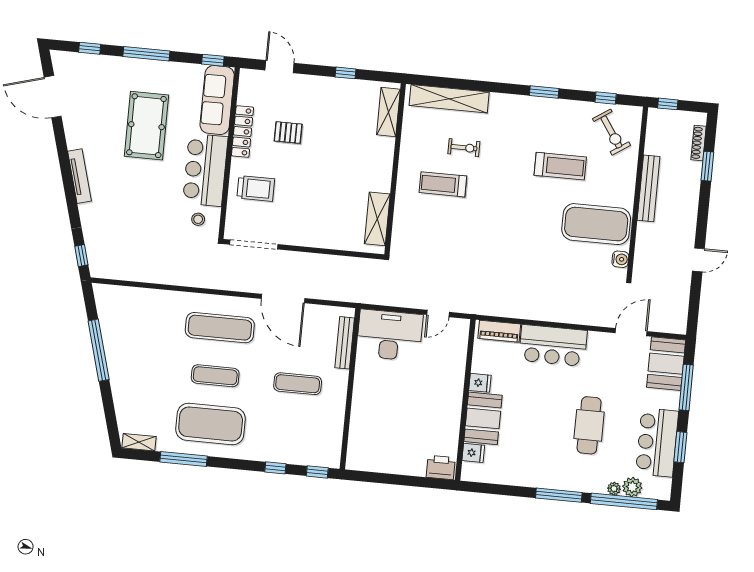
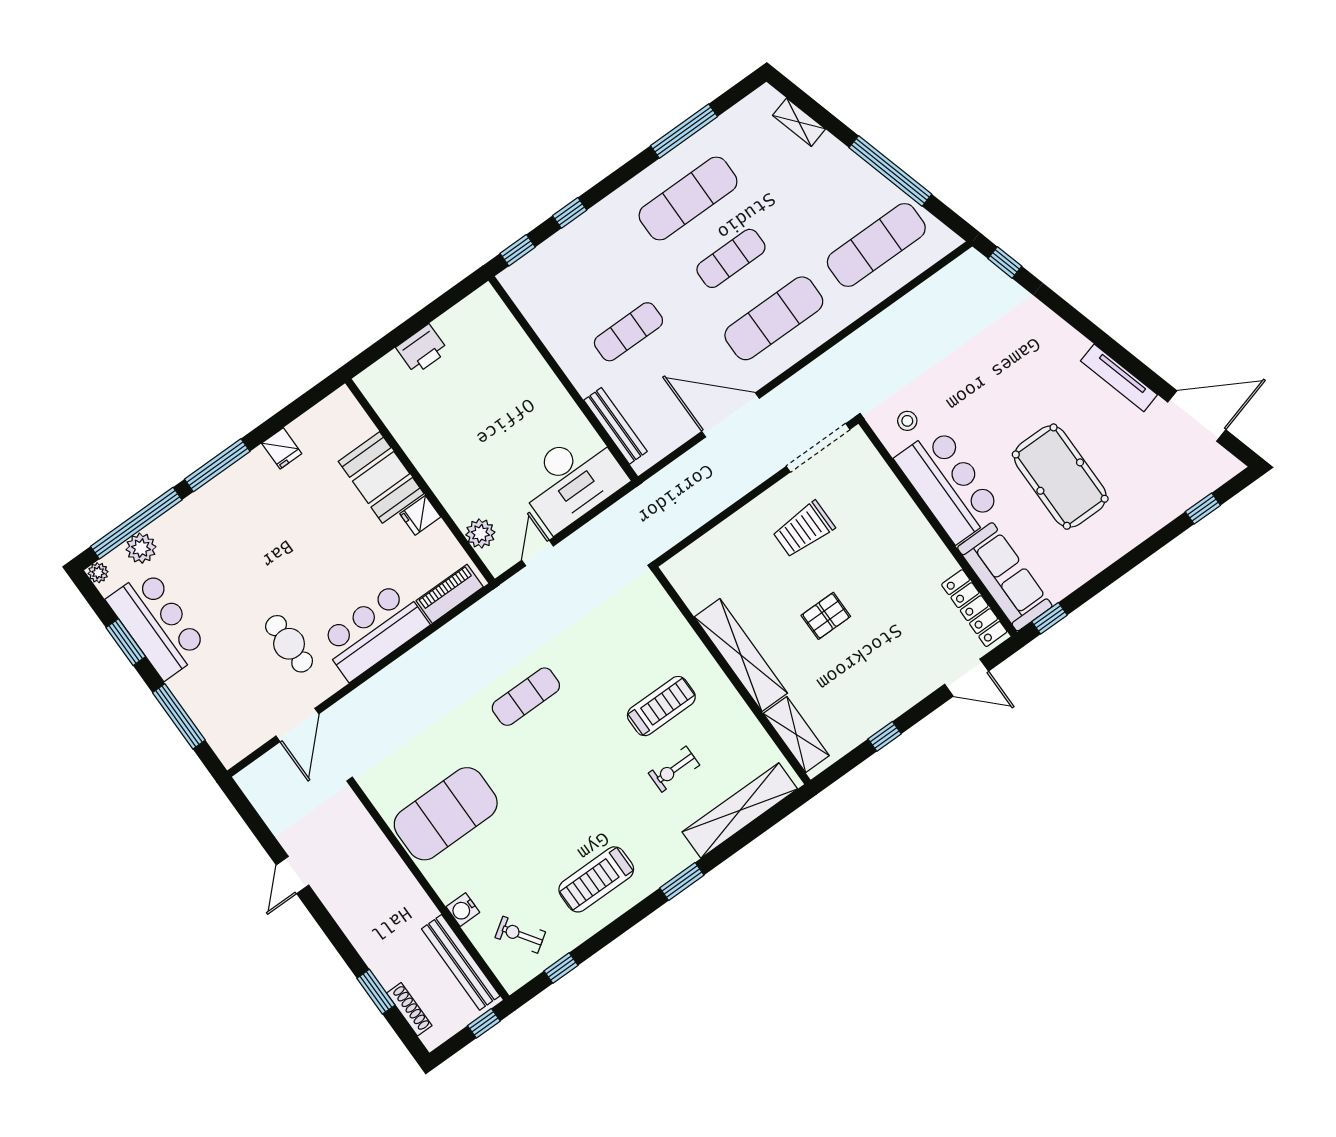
window: (146, 54) -> (1132, 559), removed
window: (544, 92) -> (682, 881), moved
locker: (243, 132) -> (974, 608), moved
exercise bike: (611, 132) -> (520, 935), width x0.73, depth x0.72
pallet: (288, 133) -> (826, 616), moved
treadmill: (560, 166) -> (596, 879), moved
tv unit: (80, 176) -> (1119, 378), moved
trolley: (256, 188) -> (804, 529), moved
bench: (649, 188) -> (461, 962), moved
shelving: (377, 219) -> (741, 655), moved, width x1.47
exercise mat: (506, 247) -> (526, 697), added
water cooler: (620, 259) -> (463, 910), moved
exercise mat: (137, 320) -> (876, 245), added
plant: (458, 348) -> (480, 533), added
booth: (666, 364) -> (226, 724), removed
exercise mat: (211, 424) -> (688, 198), width x0.68
cafe table: (589, 425) -> (289, 644), moved, width x0.73, depth x0.74
shelving: (139, 442) -> (799, 122), moved, turned 74
fridge: (473, 453) -> (282, 448), moved, turned -90
printer: (441, 467) -> (422, 349), moved
plant: (614, 489) -> (98, 573), moved

